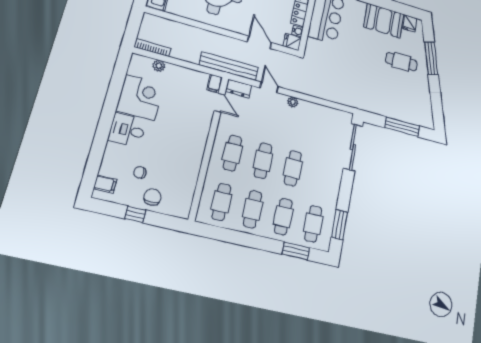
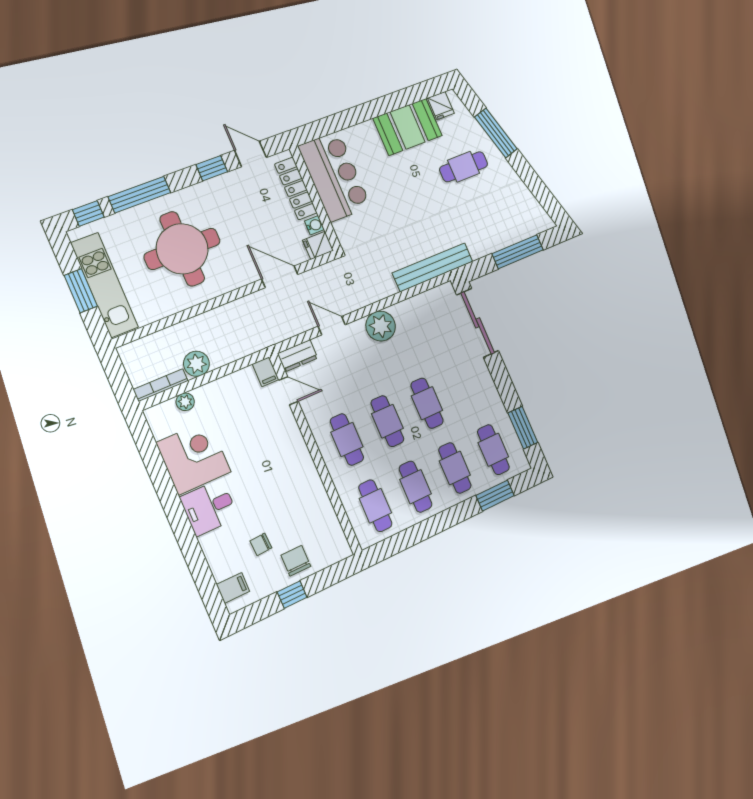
plant: (180, 52) -> (196, 364), added
bench: (229, 66) -> (433, 267), moved
plant: (293, 102) -> (381, 326), width x1.88, depth x1.88

